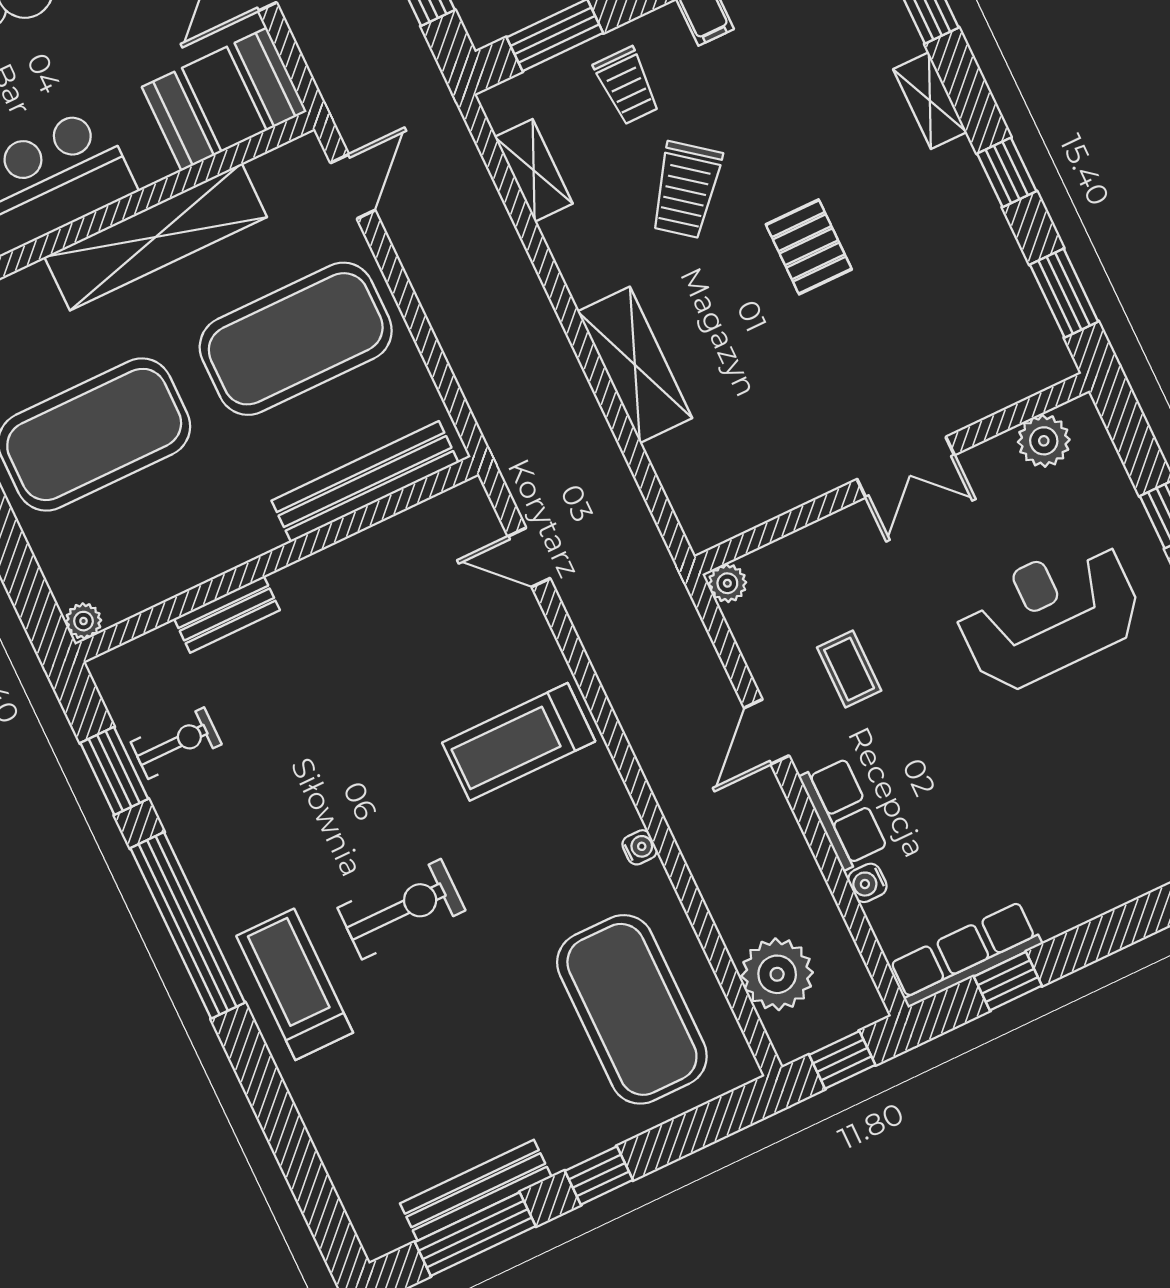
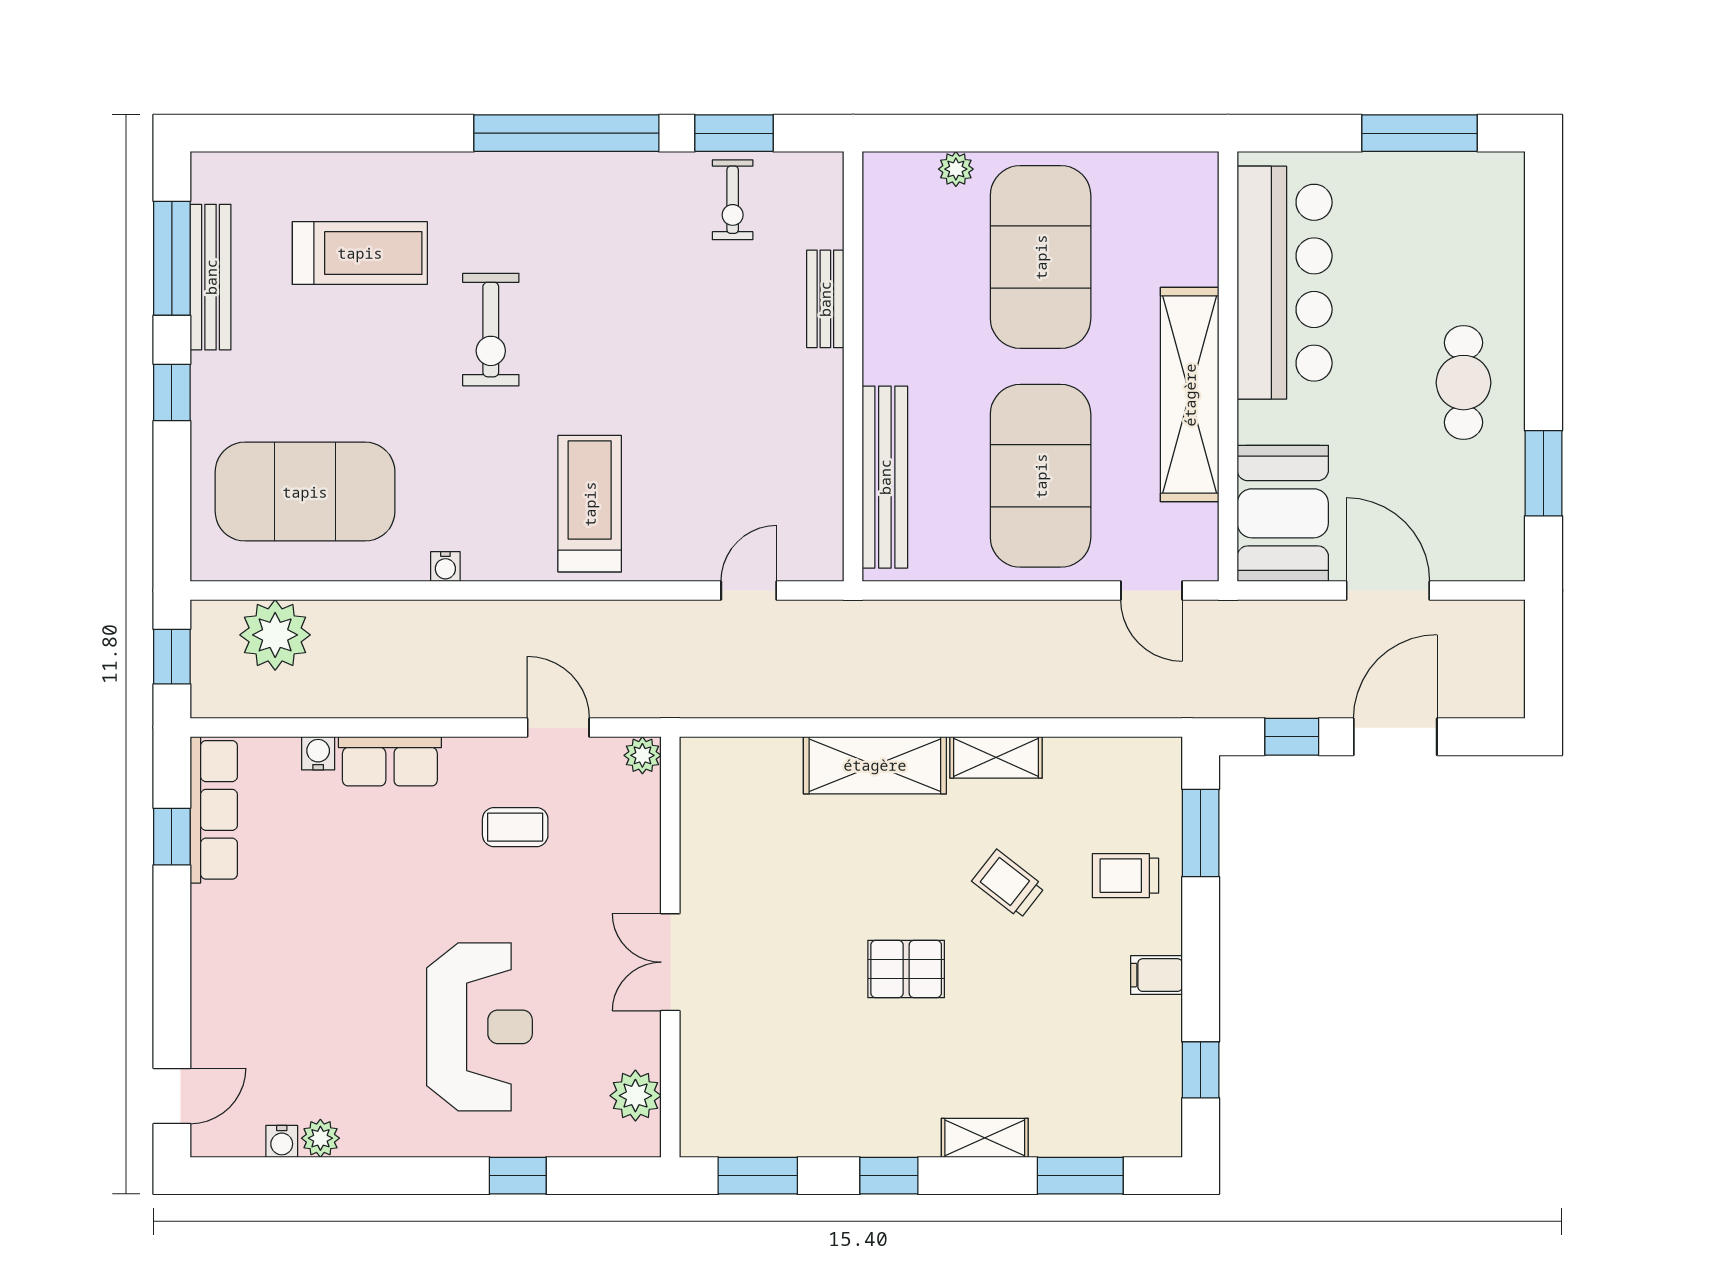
shelving: (534, 170) -> (996, 757), moved
trolley: (686, 190) -> (1008, 884), width x0.73, depth x0.72
plant: (83, 621) -> (956, 169), moved
door: (767, 732) -> (558, 728), moved
treadmill: (295, 984) -> (360, 253), moved

